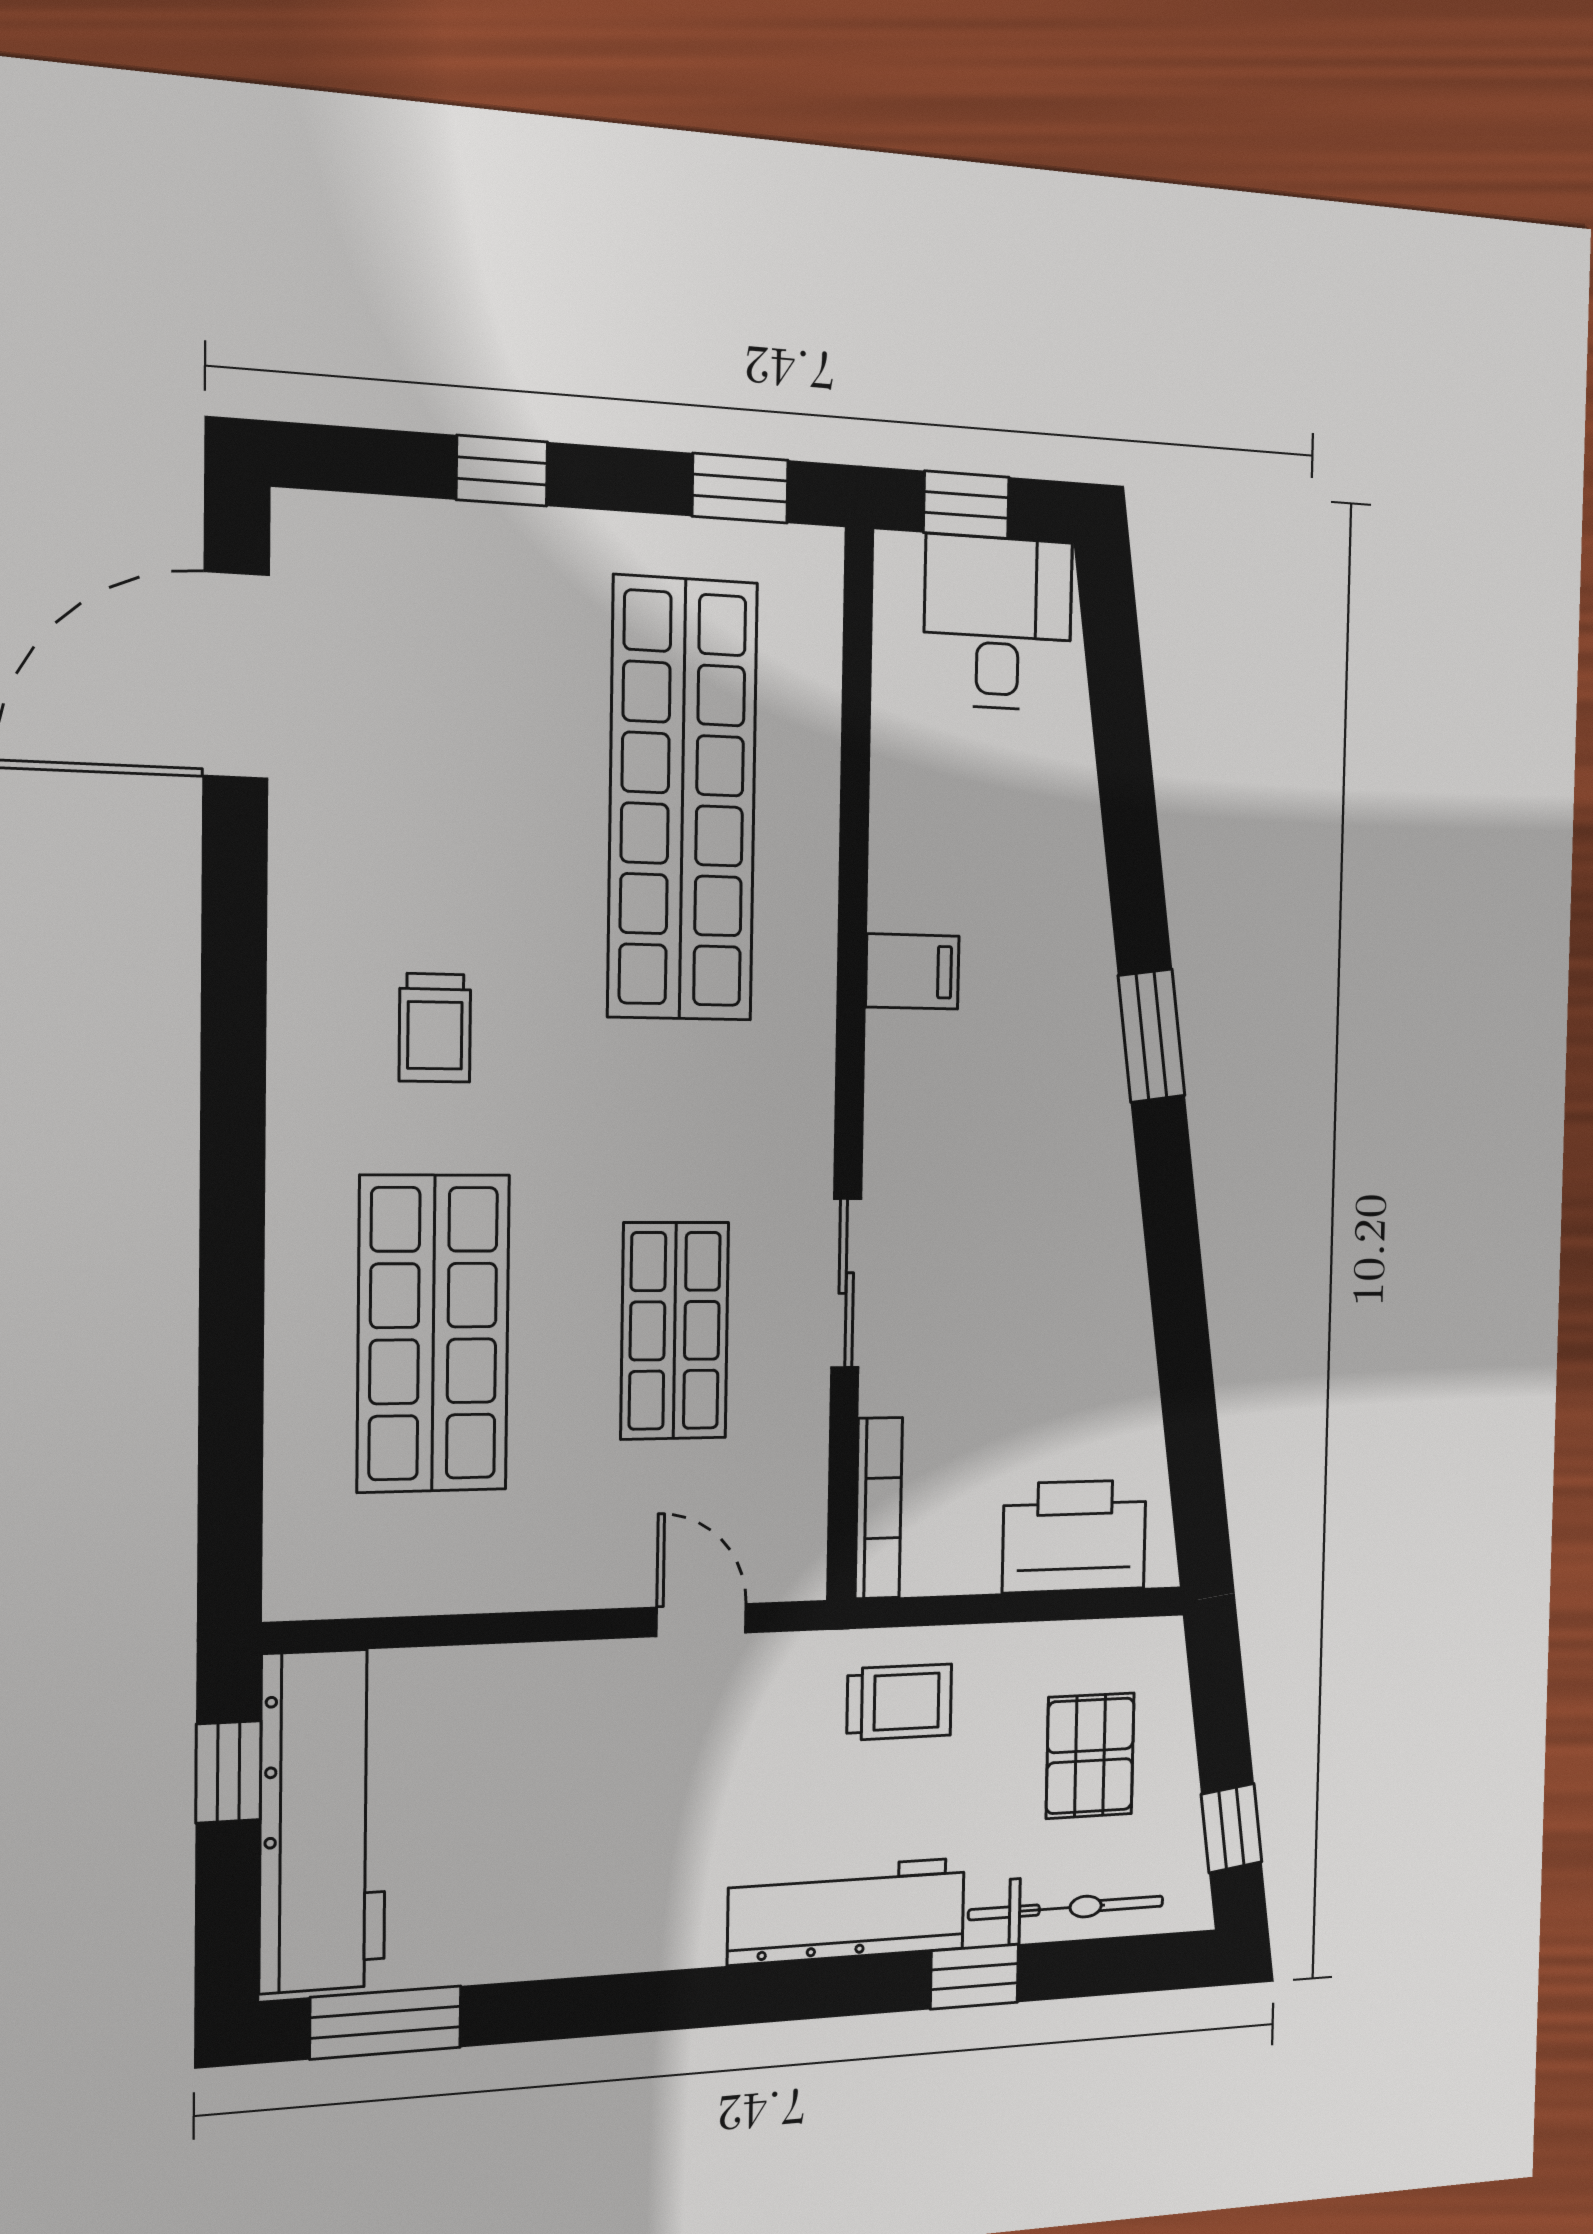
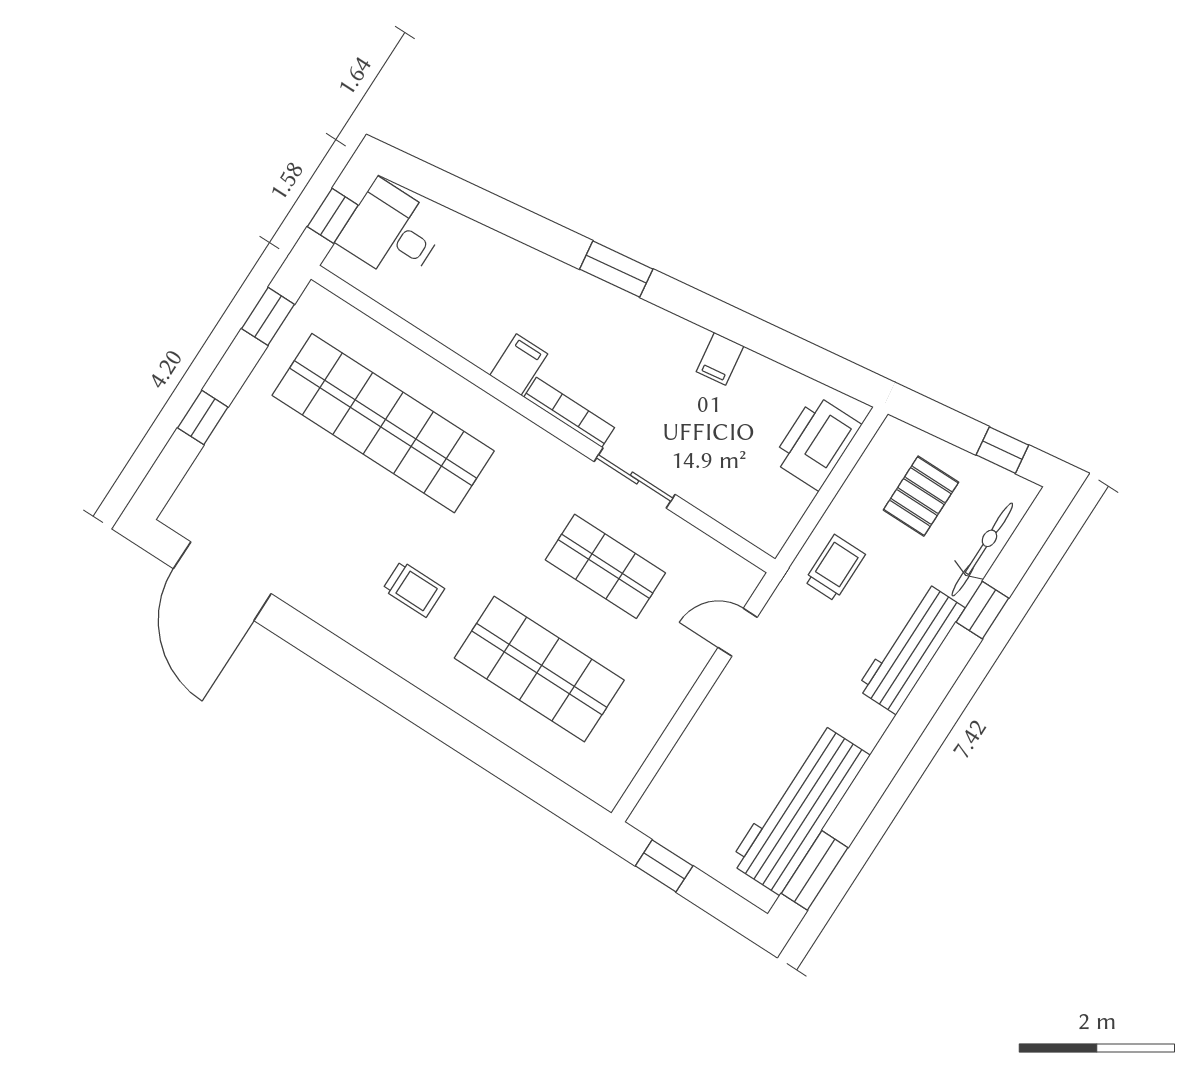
filing cabinet: (1112, 1295) -> (720, 359), added
bookcase: (879, 1508) -> (569, 412), moved
pallet: (1090, 1756) -> (921, 496), turned 90
workbench: (323, 1821) -> (799, 809), moved, turned -90

